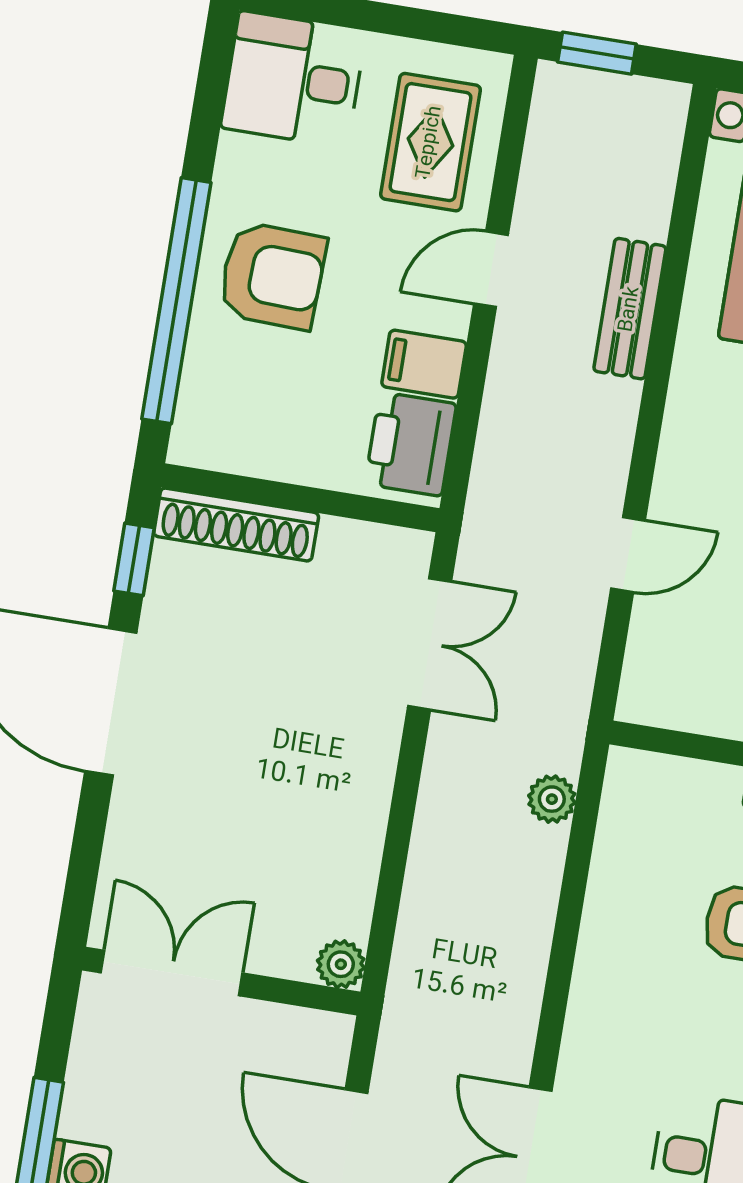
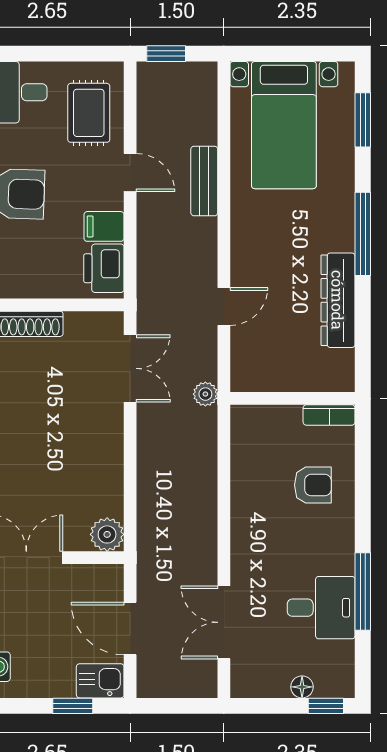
door: (491, 269) -> (130, 173), swing flipped
plant: (552, 799) -> (205, 394), moved
plant: (341, 964) -> (107, 534), width x1.38, depth x1.38

